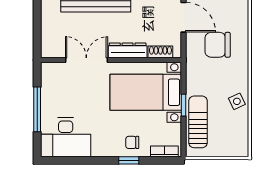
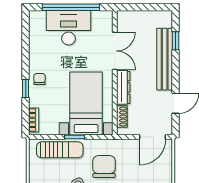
chair: (218, 45) -> (104, 167), moved
window: (37, 109) -> (71, 7), width x1.46
desk: (66, 137) -> (69, 28), moved, turned 90
chair: (132, 142) -> (39, 79), moved

